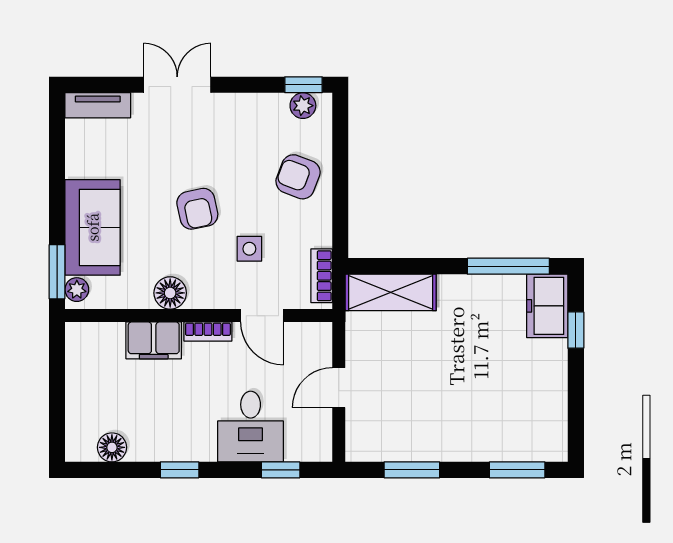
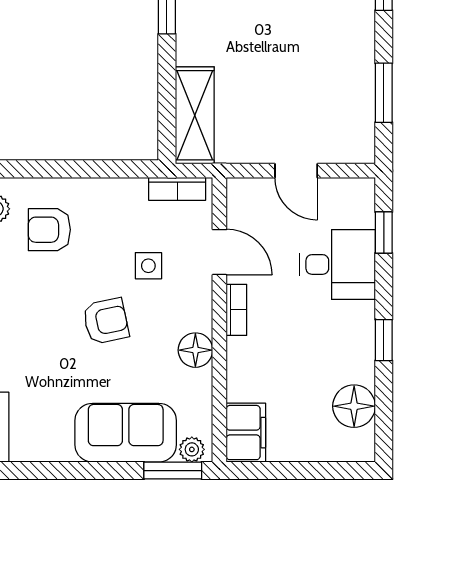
armchair: (298, 177) -> (49, 230), moved, turned 69
door: (262, 316) -> (219, 252), hinge flipped
filing cabinet: (154, 340) -> (246, 433), moved
floor lamp: (112, 447) -> (354, 406), width x1.38, depth x1.38

